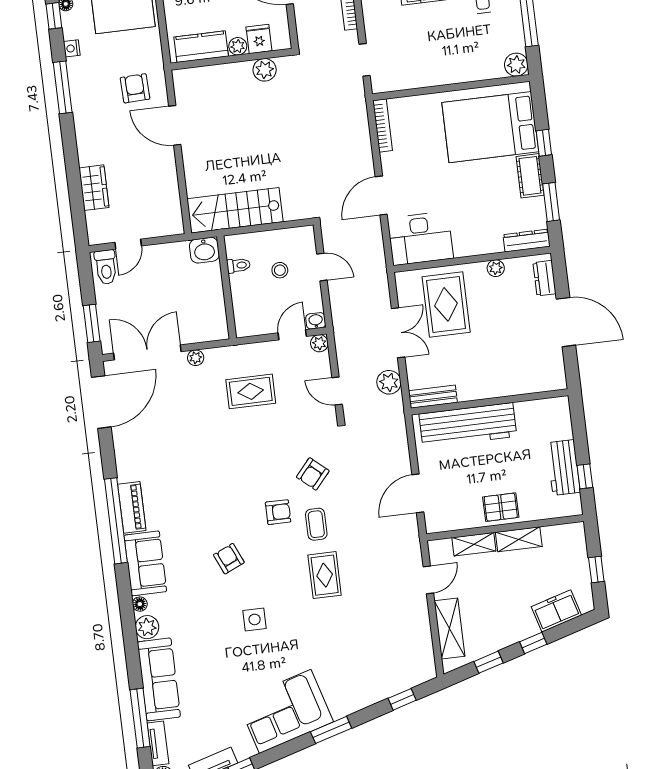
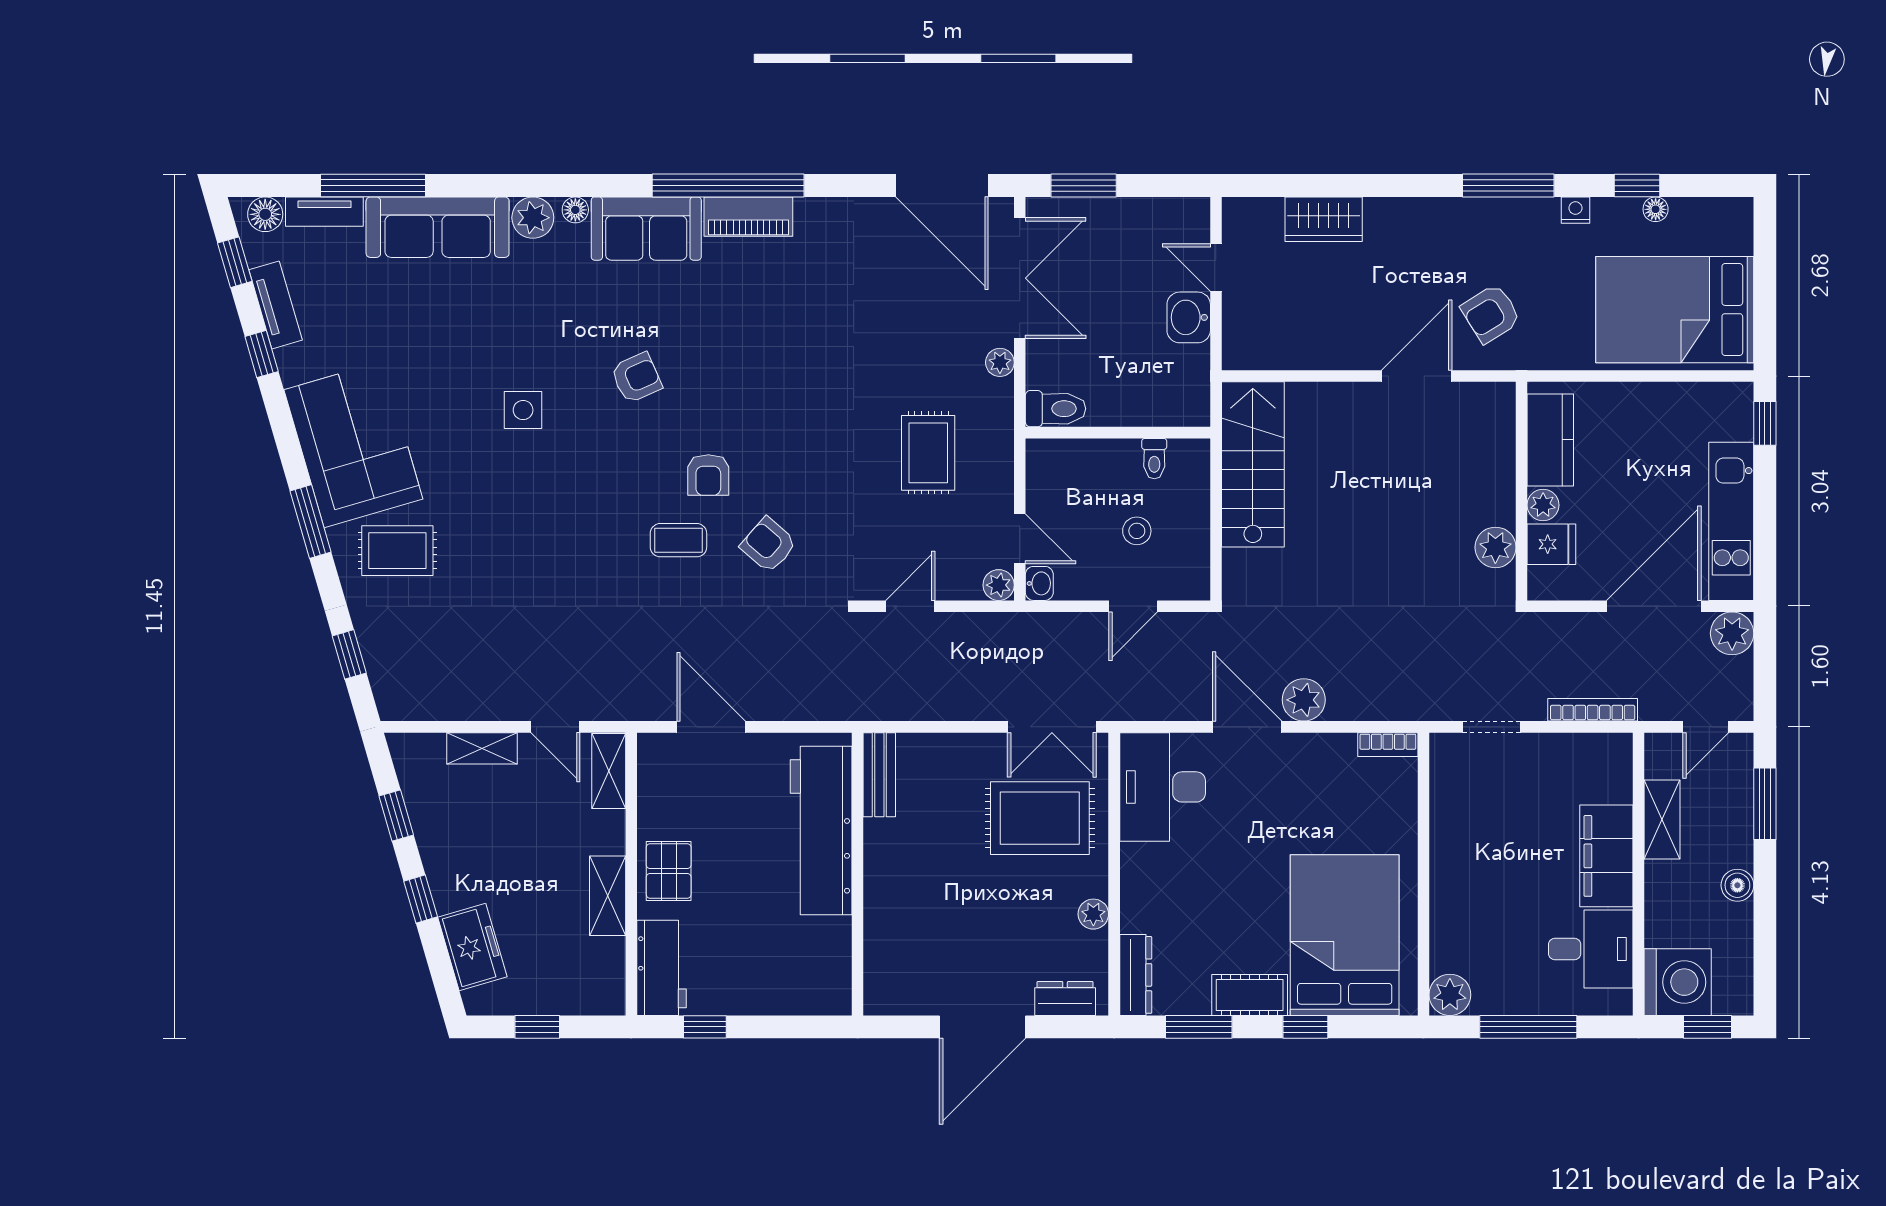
armchair: (135, 88) -> (1491, 314), turned 150
bookcase: (383, 125) -> (1388, 745), width x0.64
washbasin: (204, 250) -> (1189, 317), moved
toilet: (106, 267) -> (1056, 409), moved, turned 180
double door: (398, 333) -> (1052, 727), moved
plant: (389, 382) -> (1304, 700), moved
workbench: (563, 468) -> (662, 968), moved, turned 90
shelving: (474, 544) -> (609, 771), moved
rug: (325, 575) -> (397, 551), moved
shelving: (449, 628) -> (482, 748), width x0.67, depth x0.75

